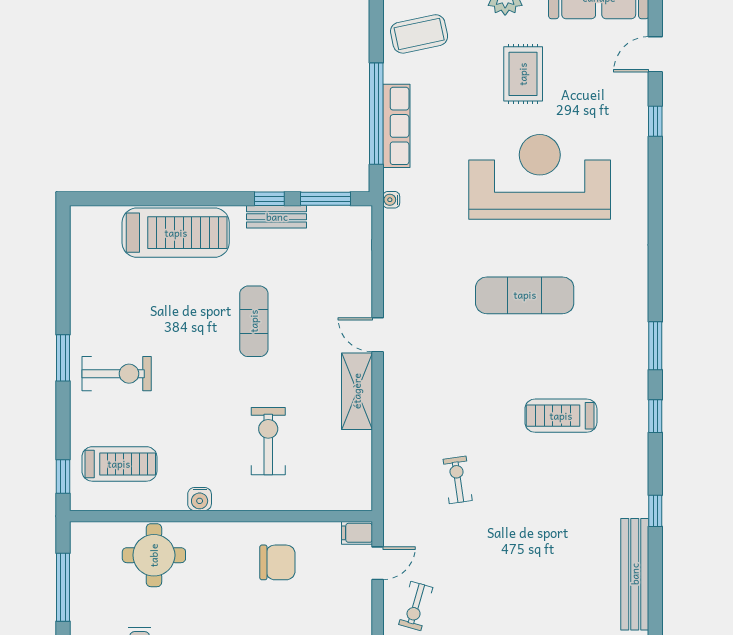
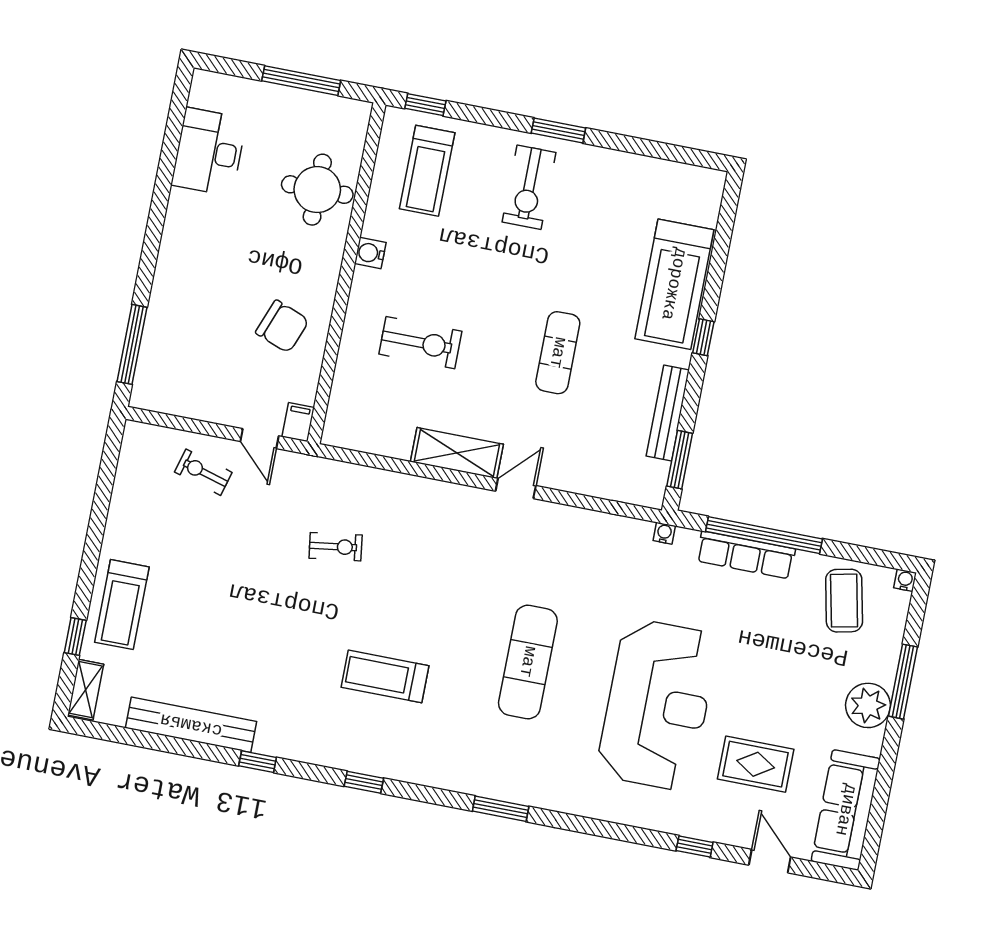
rug: (523, 74) -> (756, 764), moved
window: (269, 199) -> (703, 337), moved
bench: (277, 217) -> (668, 413), width x1.36
exercise mat: (254, 321) -> (558, 353), turned 90
window: (655, 346) -> (501, 809), moved
treadmill: (561, 416) -> (385, 676), turned -90
chair: (277, 562) -> (282, 326), turned -69

